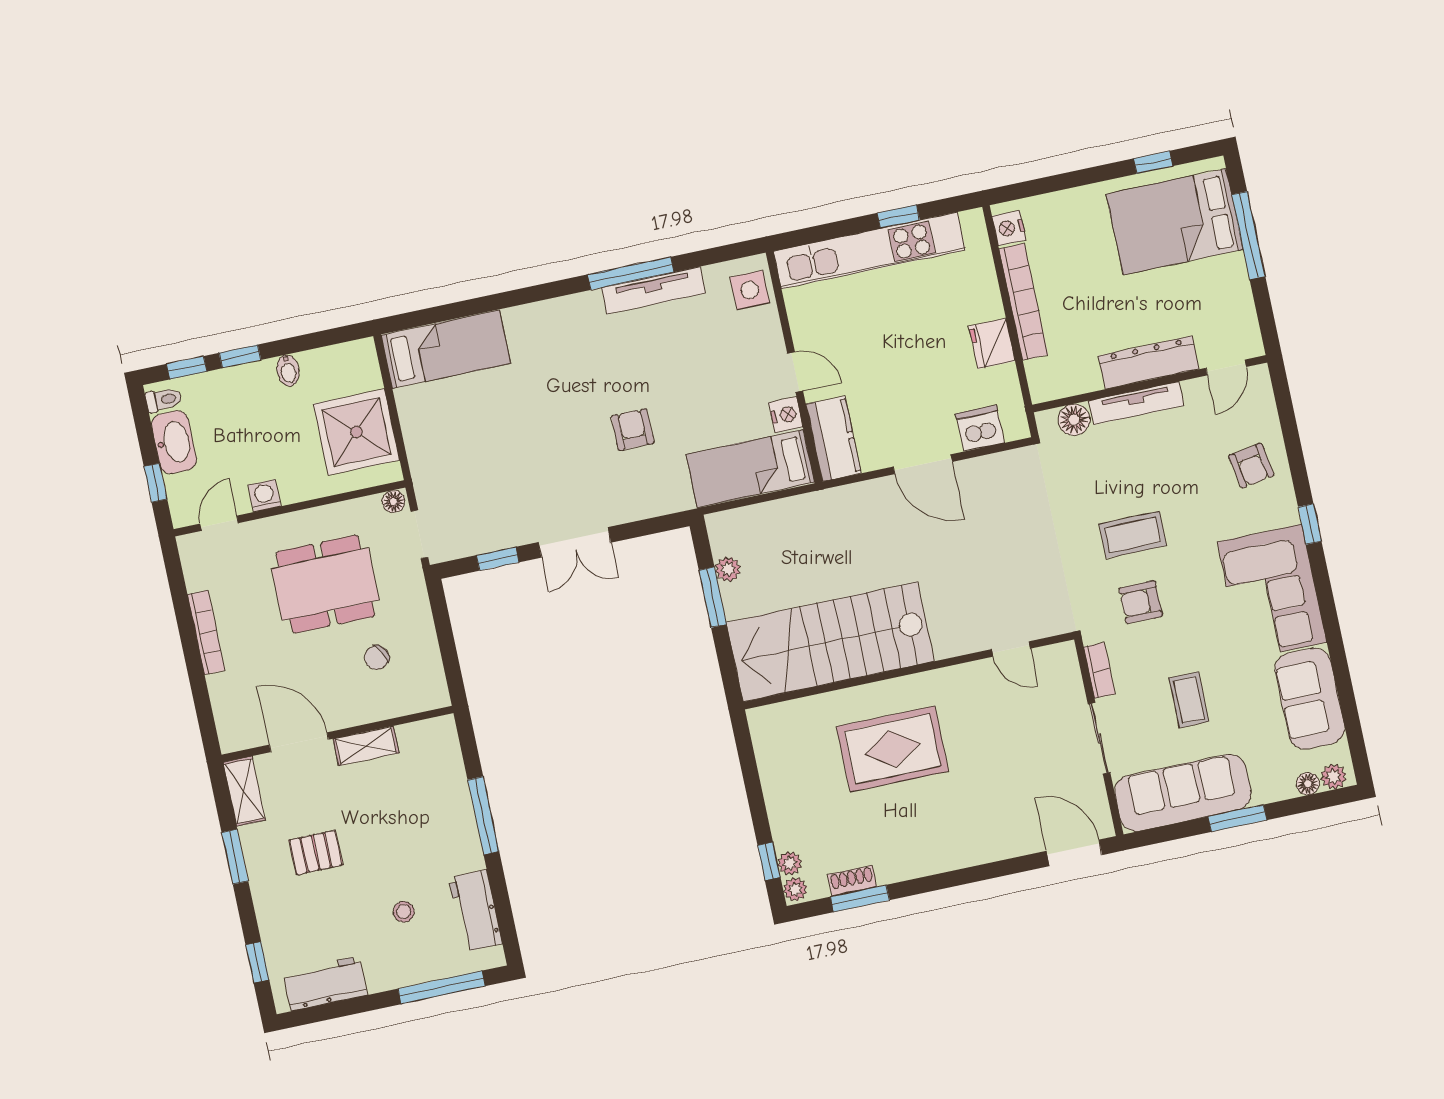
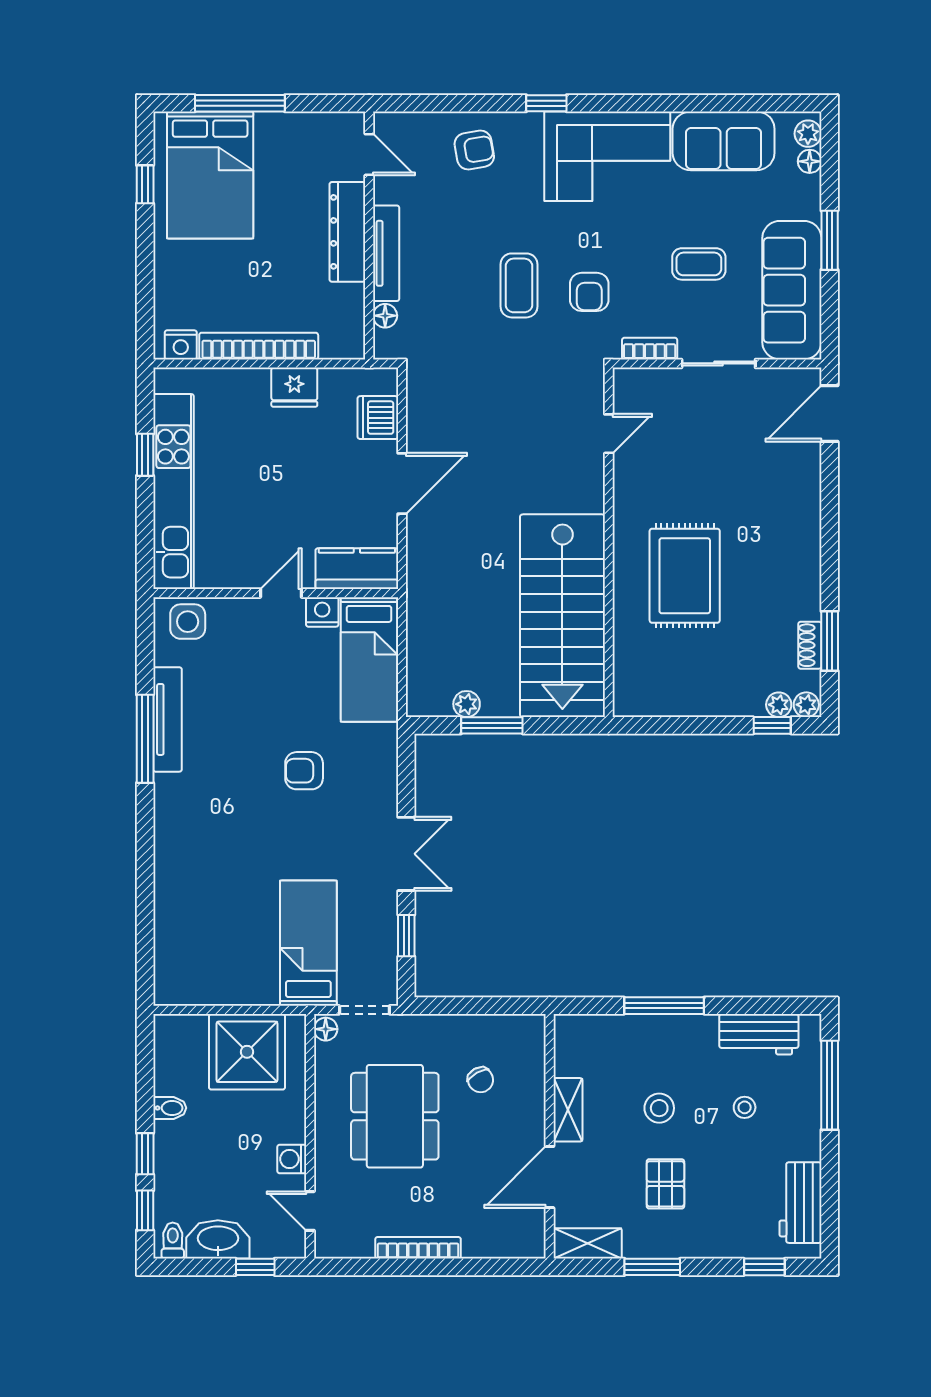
bed: (446, 349) -> (308, 943), moved
floor lamp: (1074, 420) -> (385, 316), width x0.73, depth x0.73
stool: (386, 832) -> (659, 1108), added

